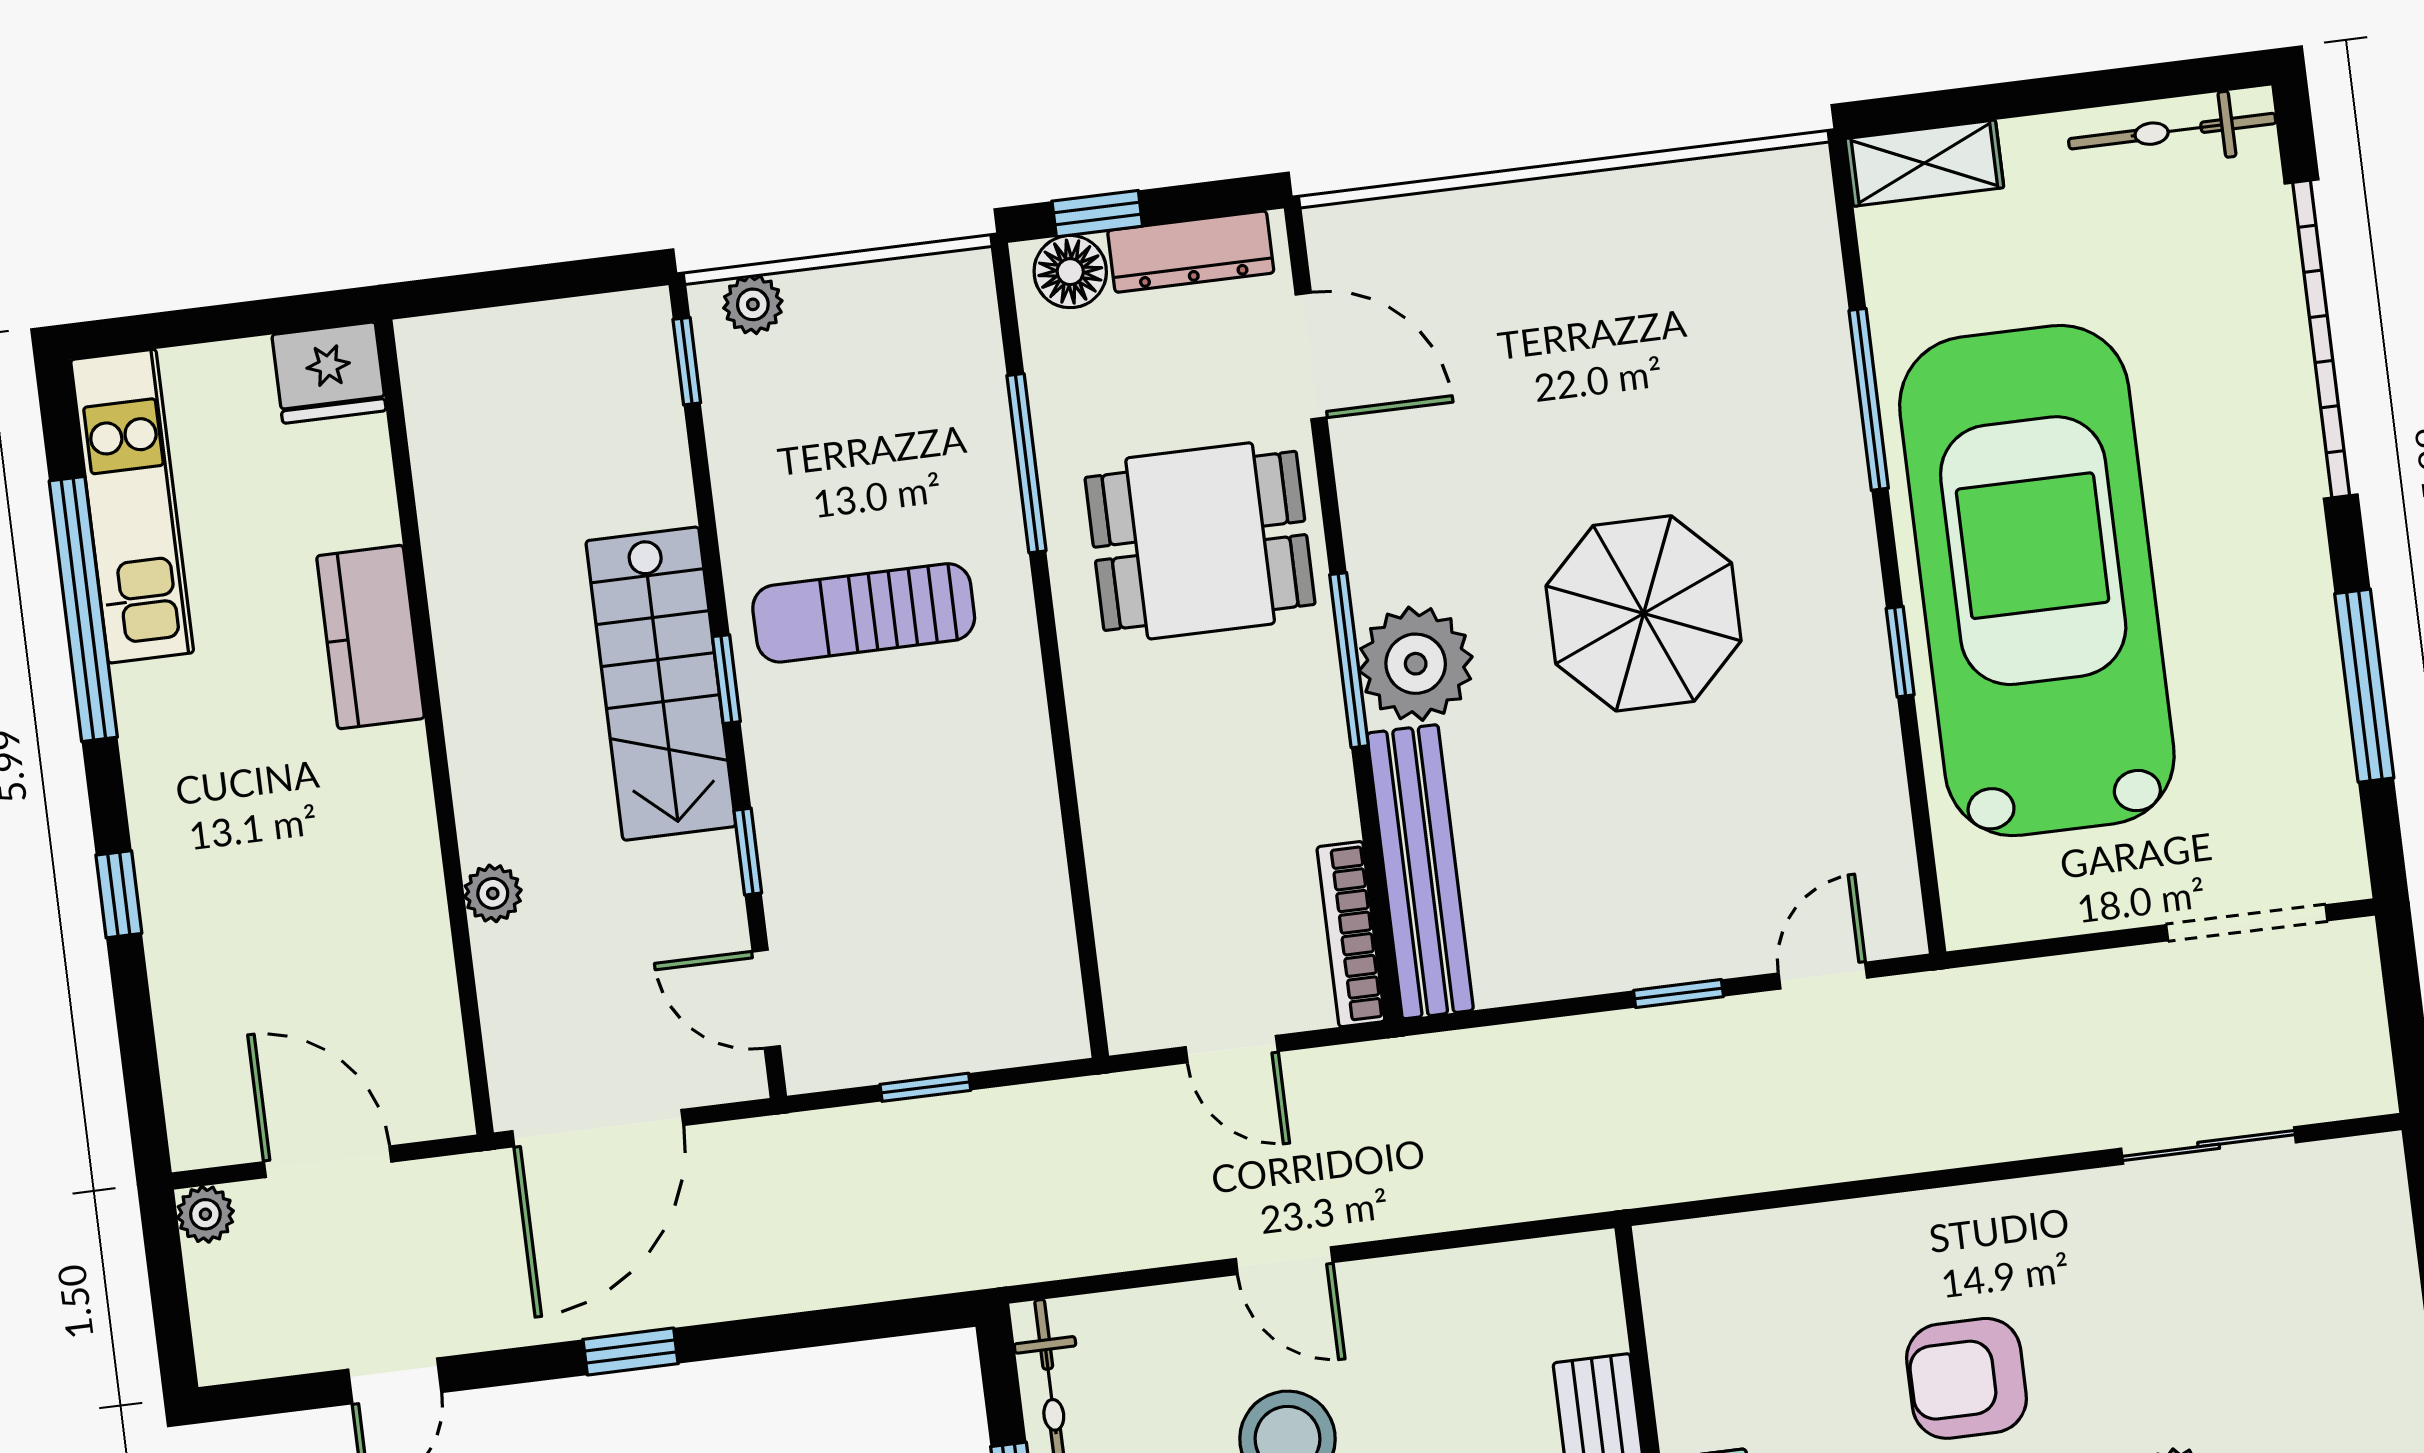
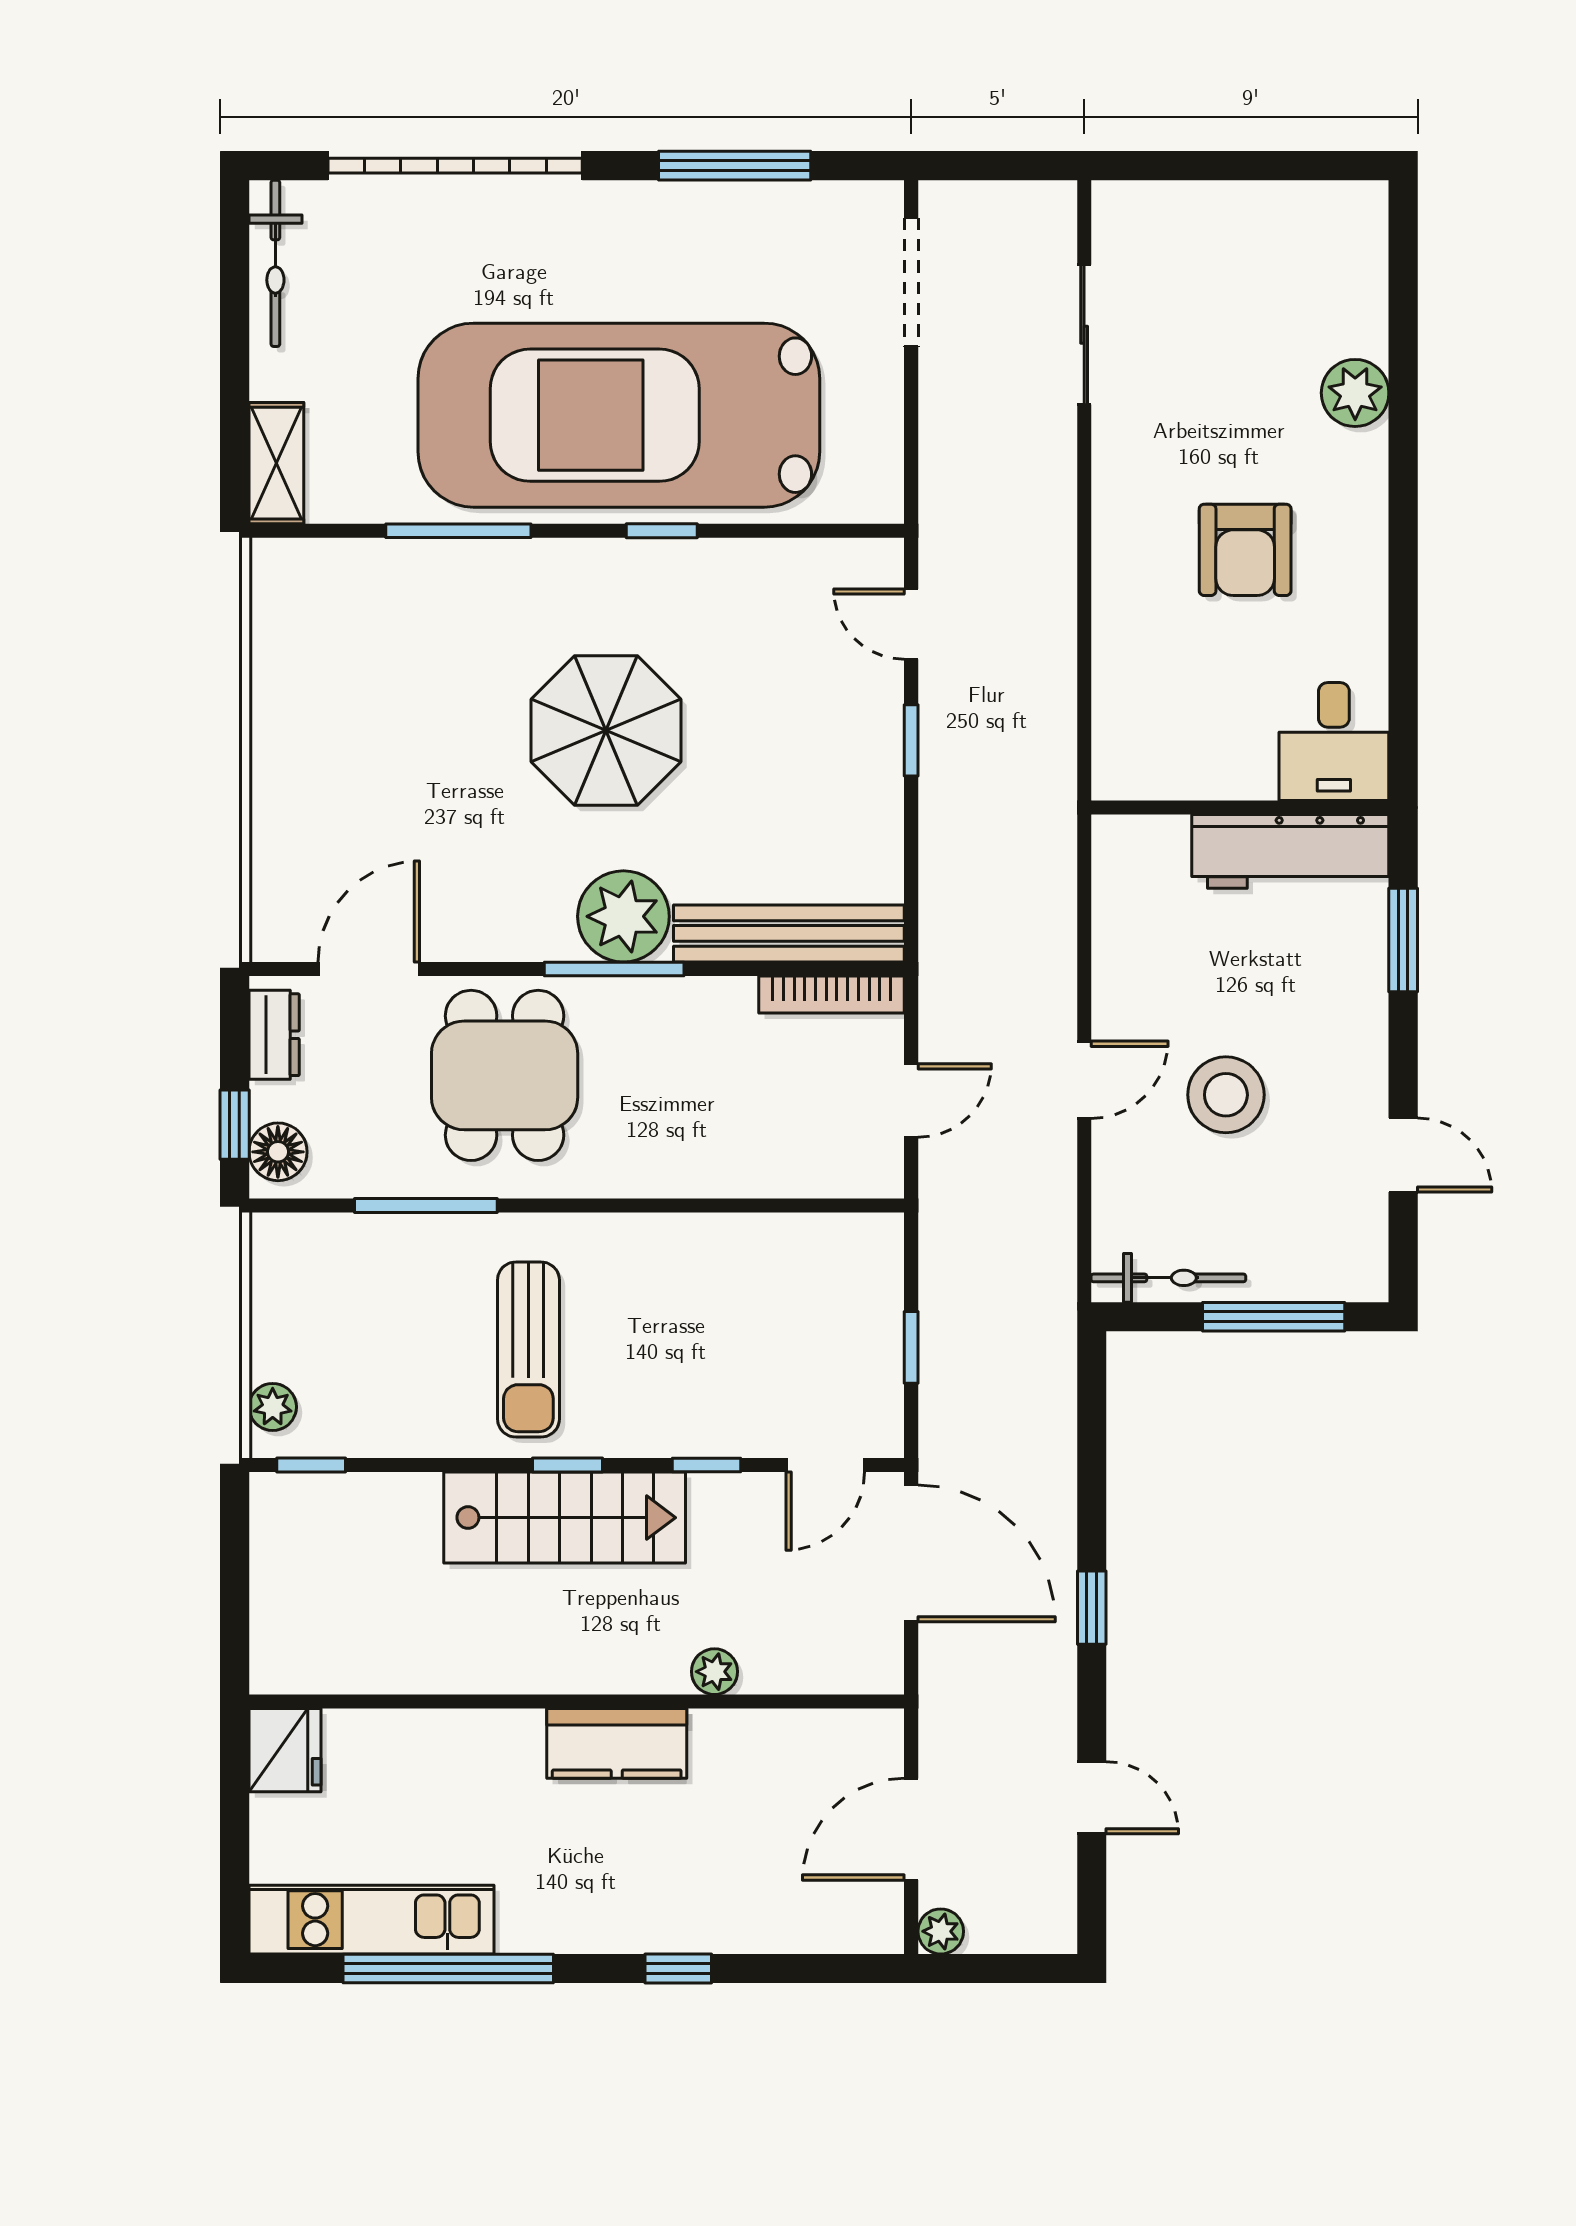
dresser: (1191, 252) -> (274, 1035), width x0.70
kitchen counter: (370, 637) -> (617, 1743), moved
door: (598, 1128) -> (911, 1553), moved

